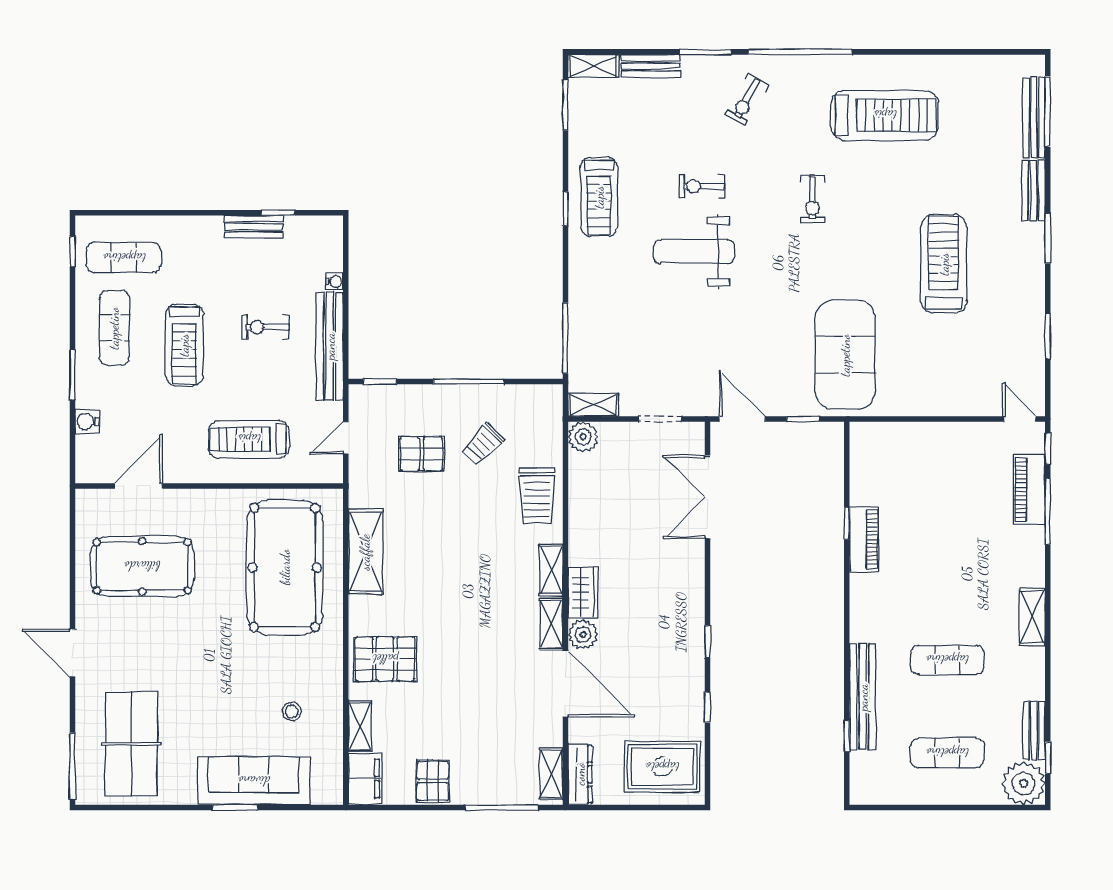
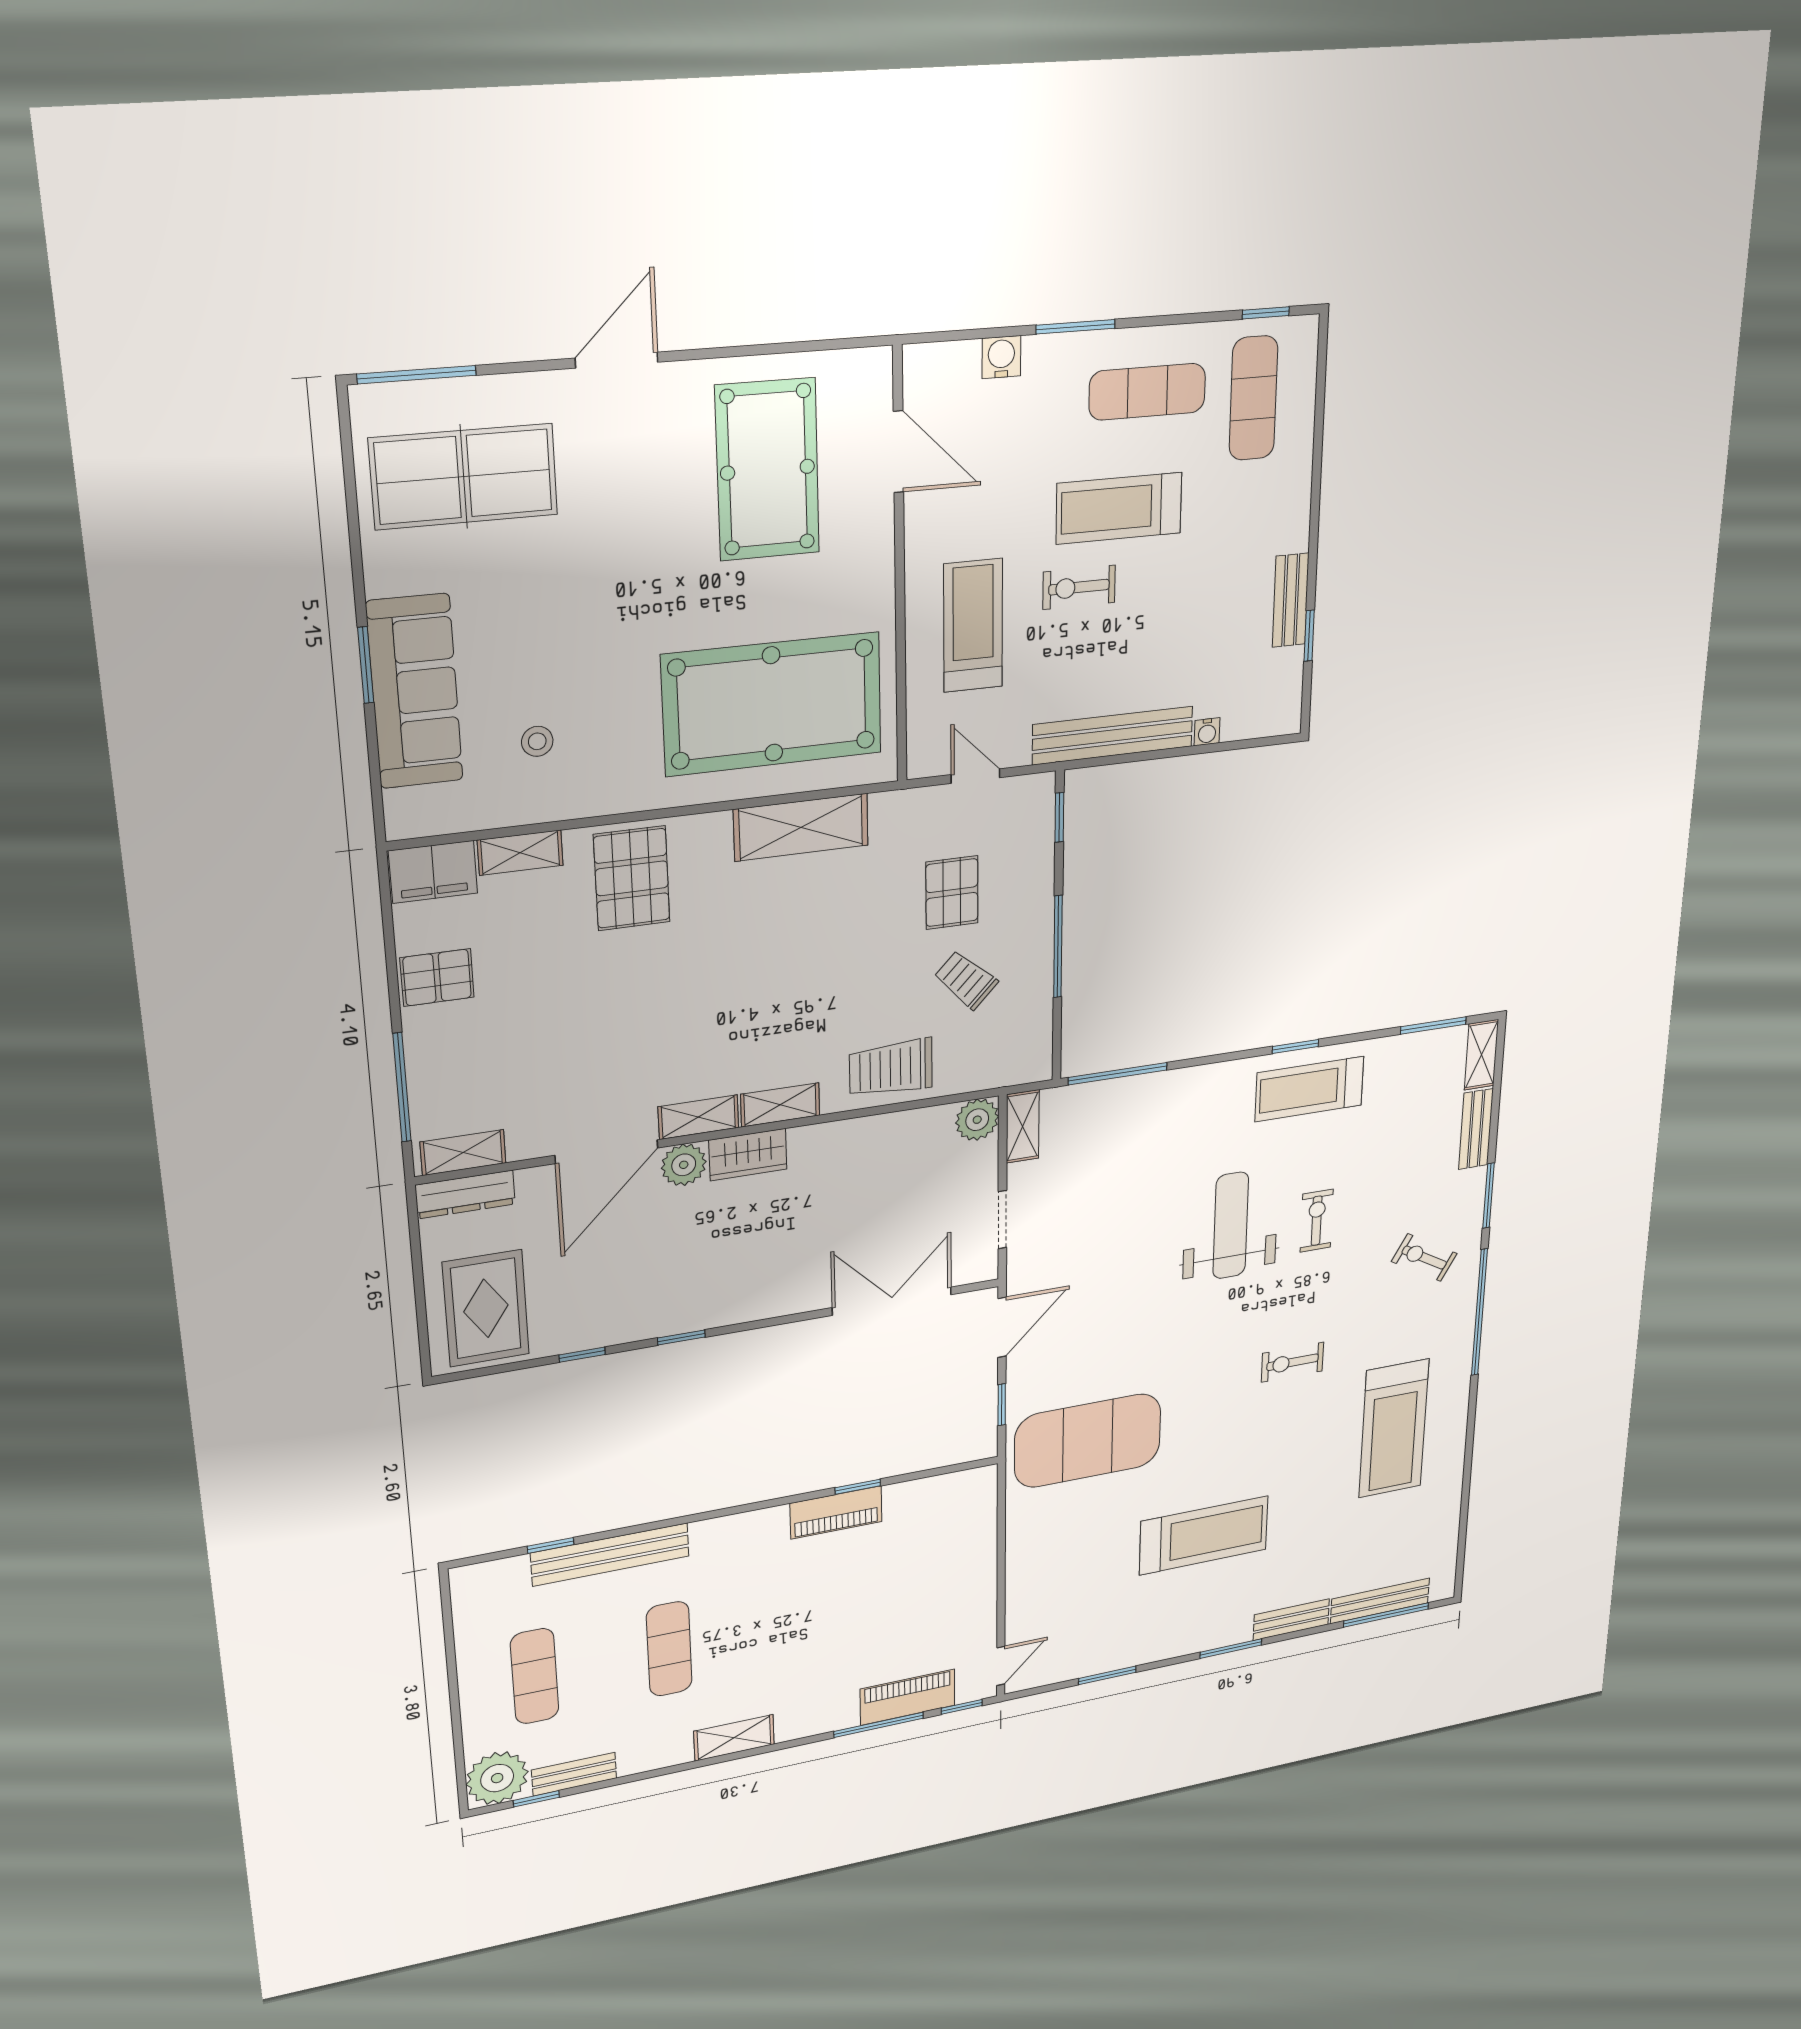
exercise bike: (265, 327) -> (1079, 587), moved, turned -90

